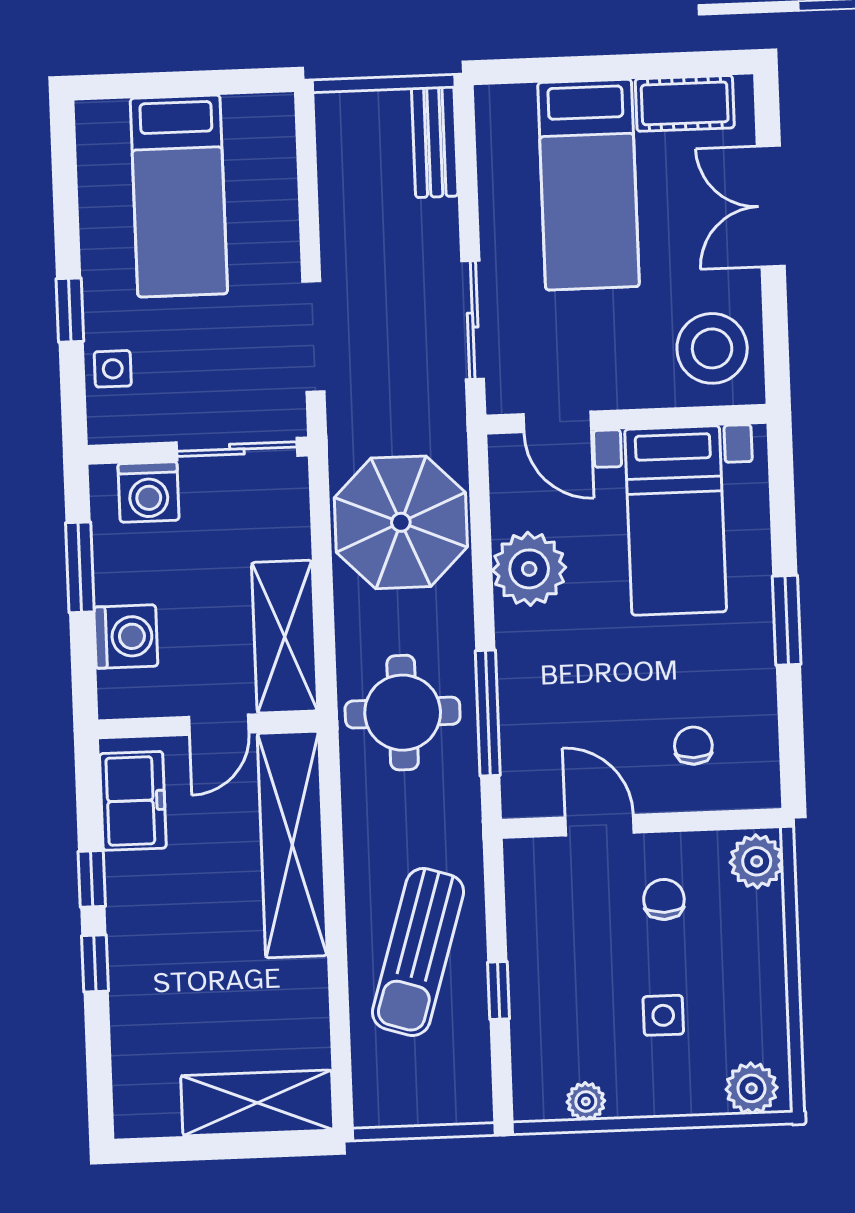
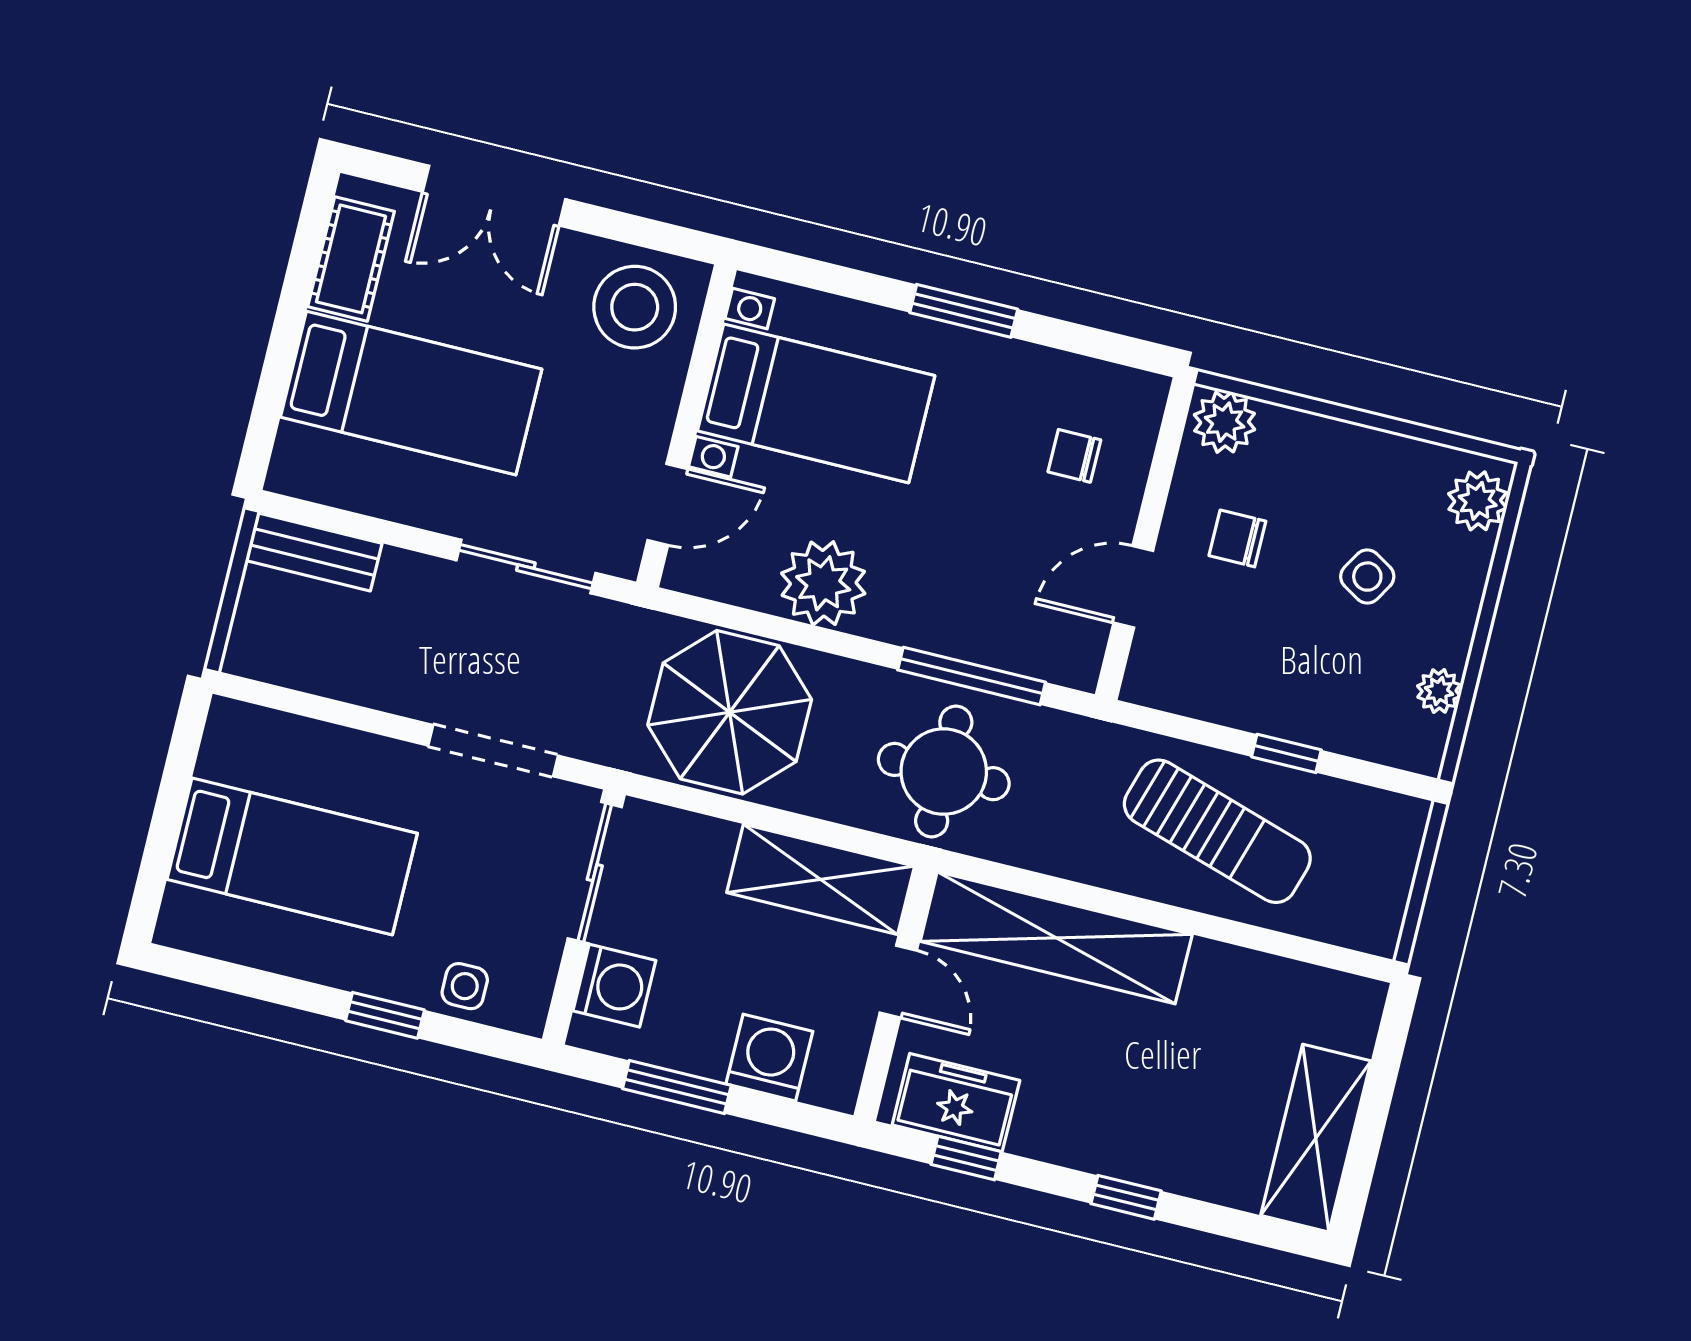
window: (92, 879) -> (966, 1158), moved
side table: (663, 1015) -> (1367, 577), turned 31
shelving: (257, 1103) -> (1316, 1138), moved

